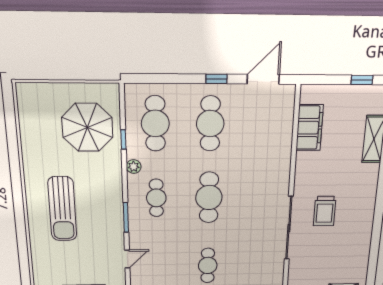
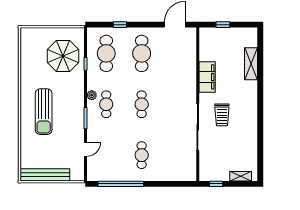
window: (217, 79) -> (120, 25), moved
window: (362, 80) -> (223, 25), moved
filing cabinet: (310, 128) -> (207, 77), moved
plant: (134, 167) -> (92, 95), moved
cafe table: (209, 198) -> (142, 104), width x0.73, depth x0.74

